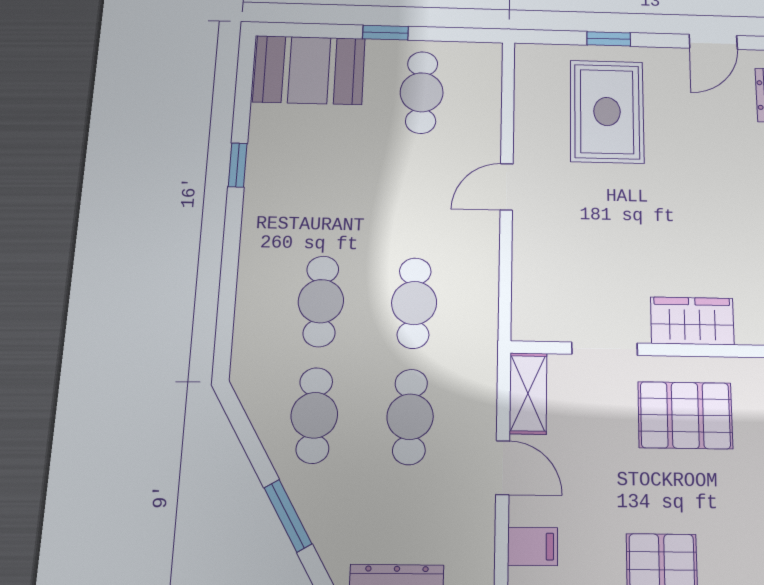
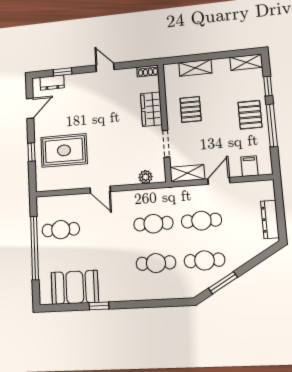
window: (386, 33) -> (35, 248), width x3.17
door: (713, 42) -> (30, 108), hinge flipped
booth: (309, 70) -> (75, 287), moved, turned 90
plant: (527, 294) -> (145, 177), added
pallet: (685, 415) -> (191, 109), width x0.67, depth x0.71
window: (288, 516) -> (223, 283), moved

